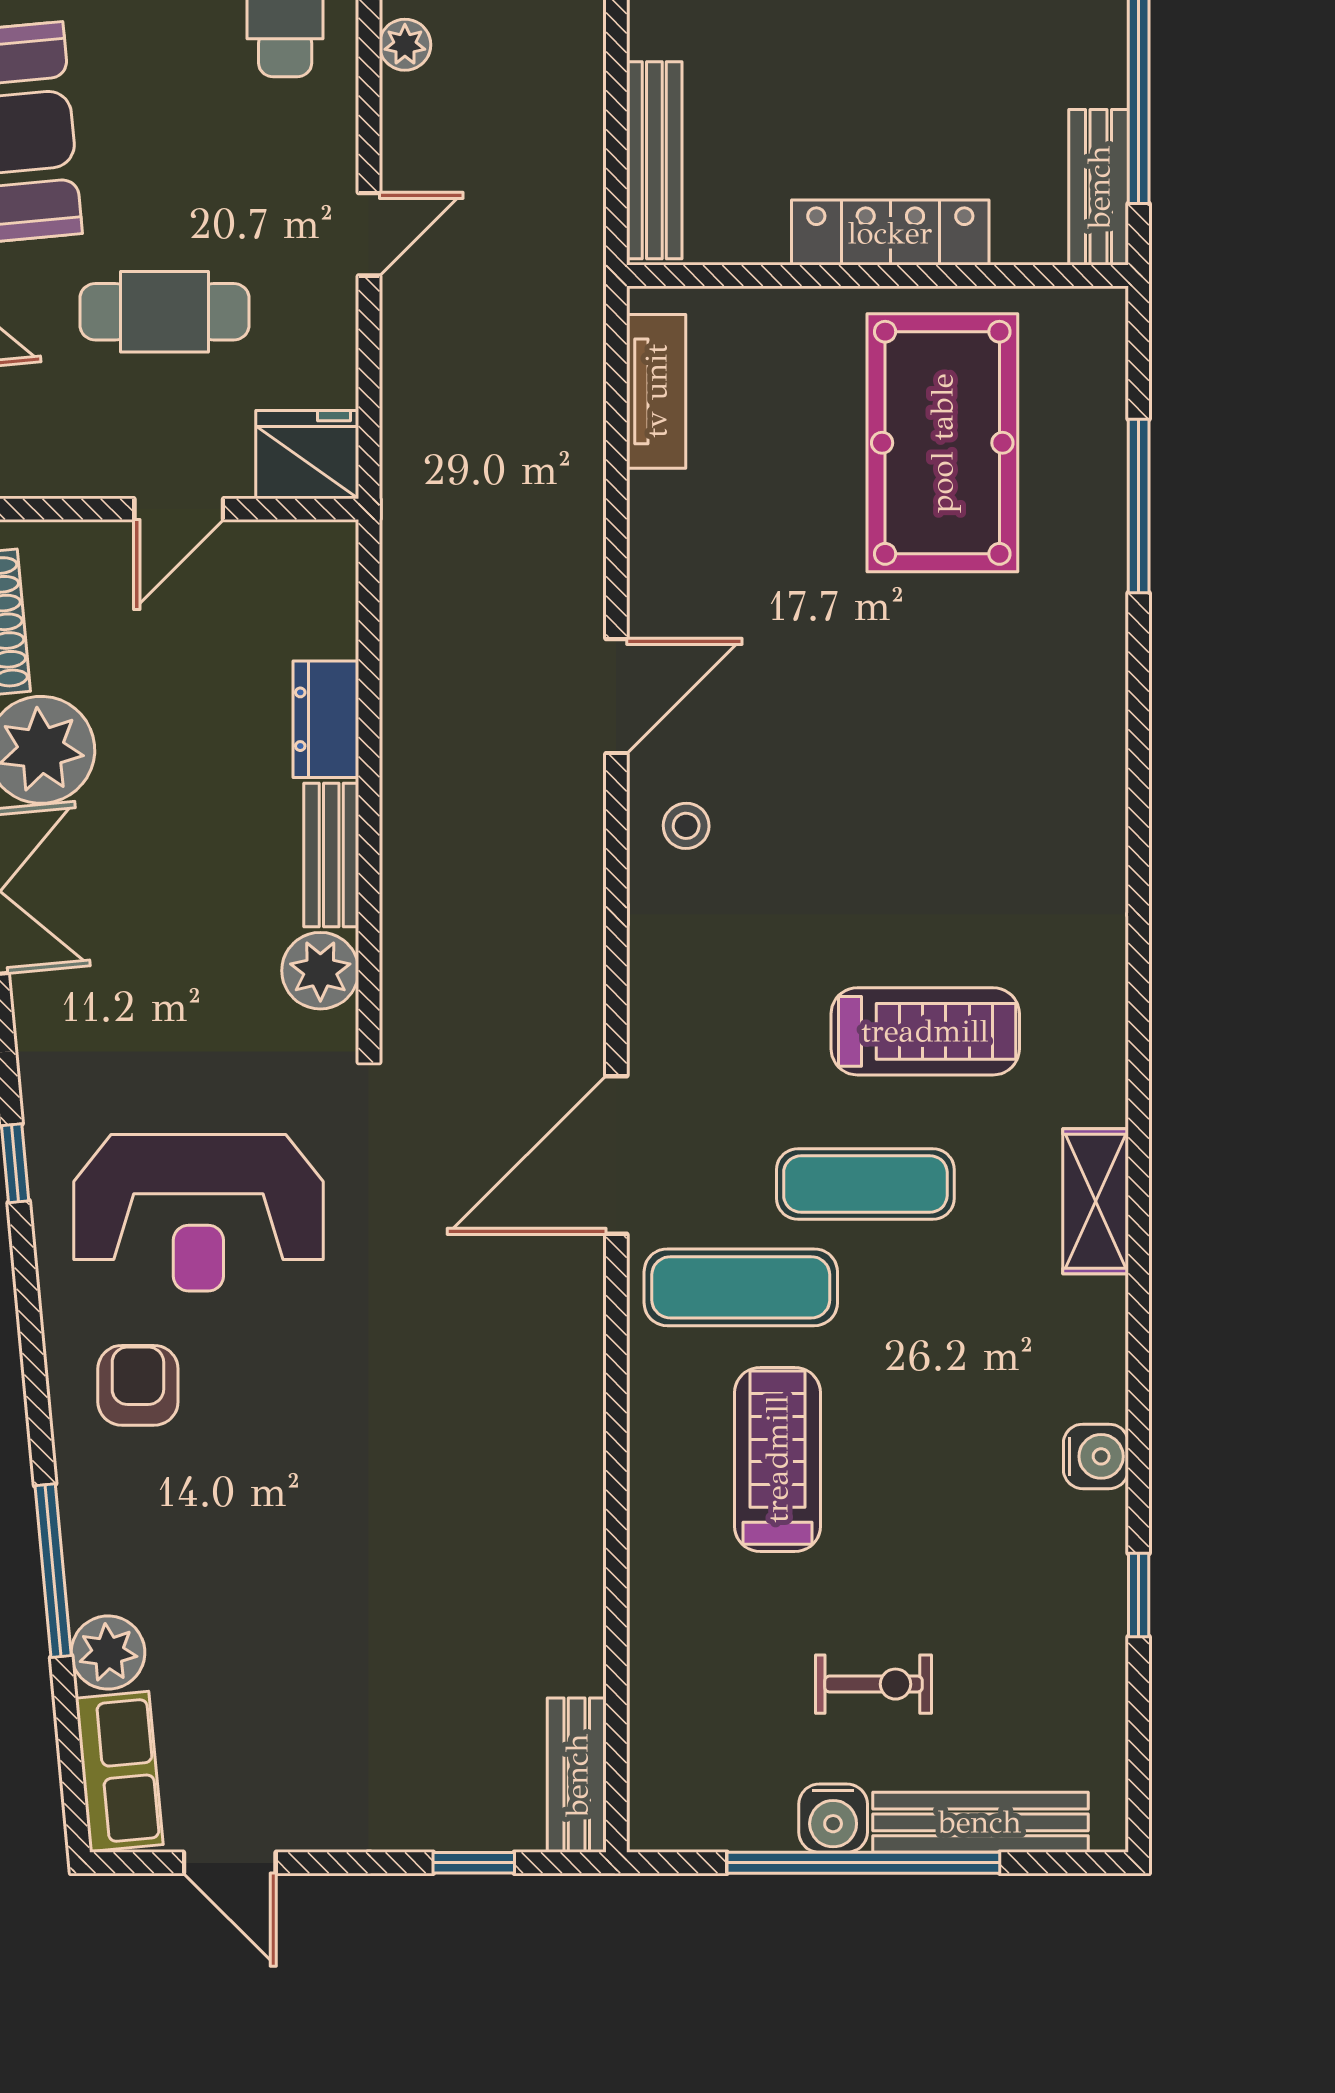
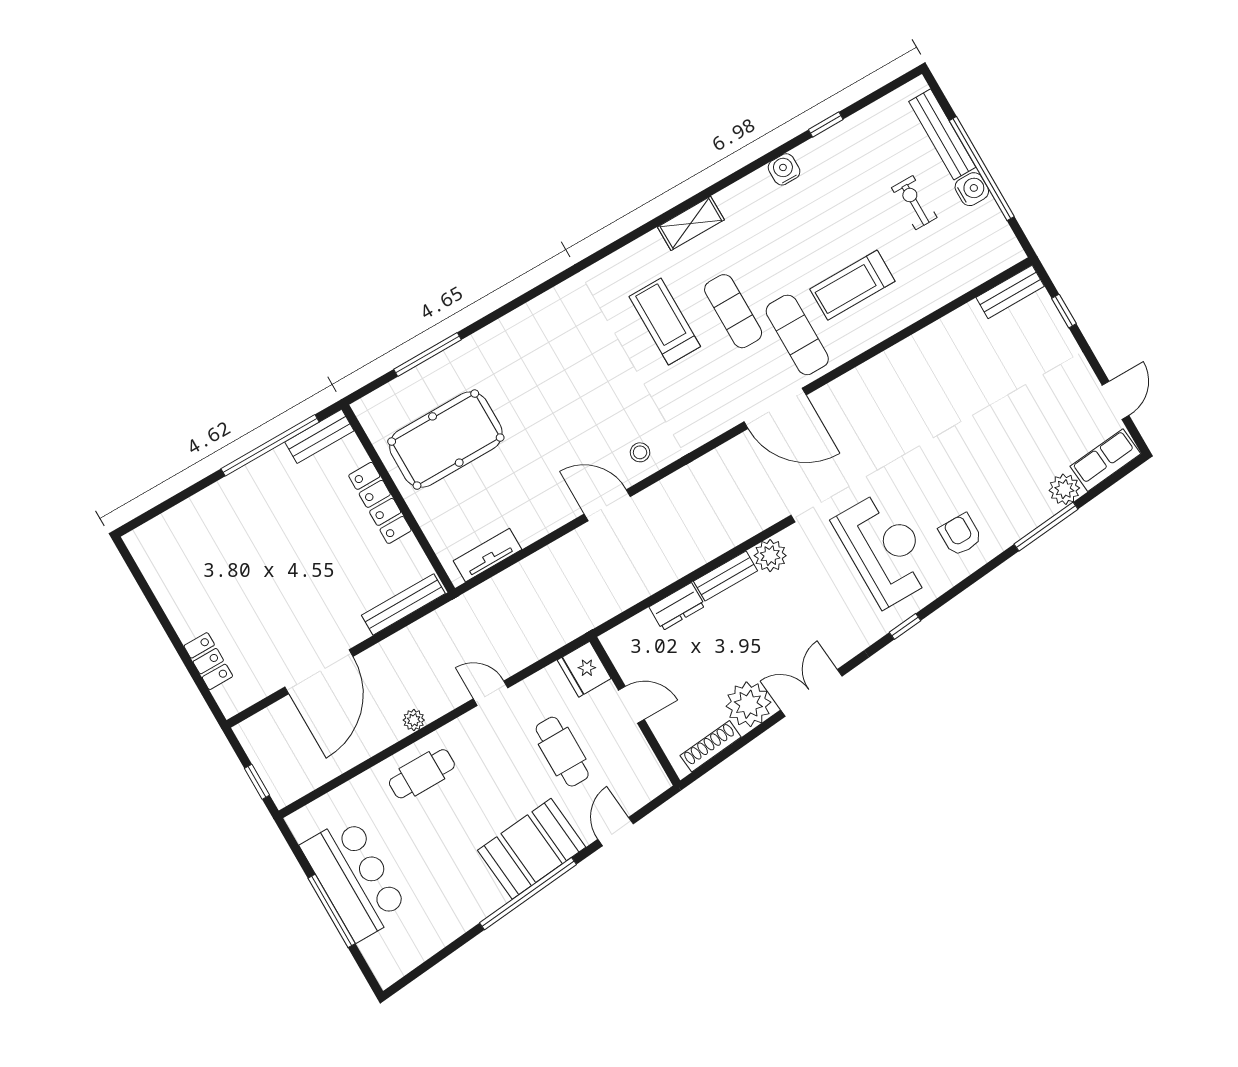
armchair: (138, 1385) -> (960, 535), turned 90

